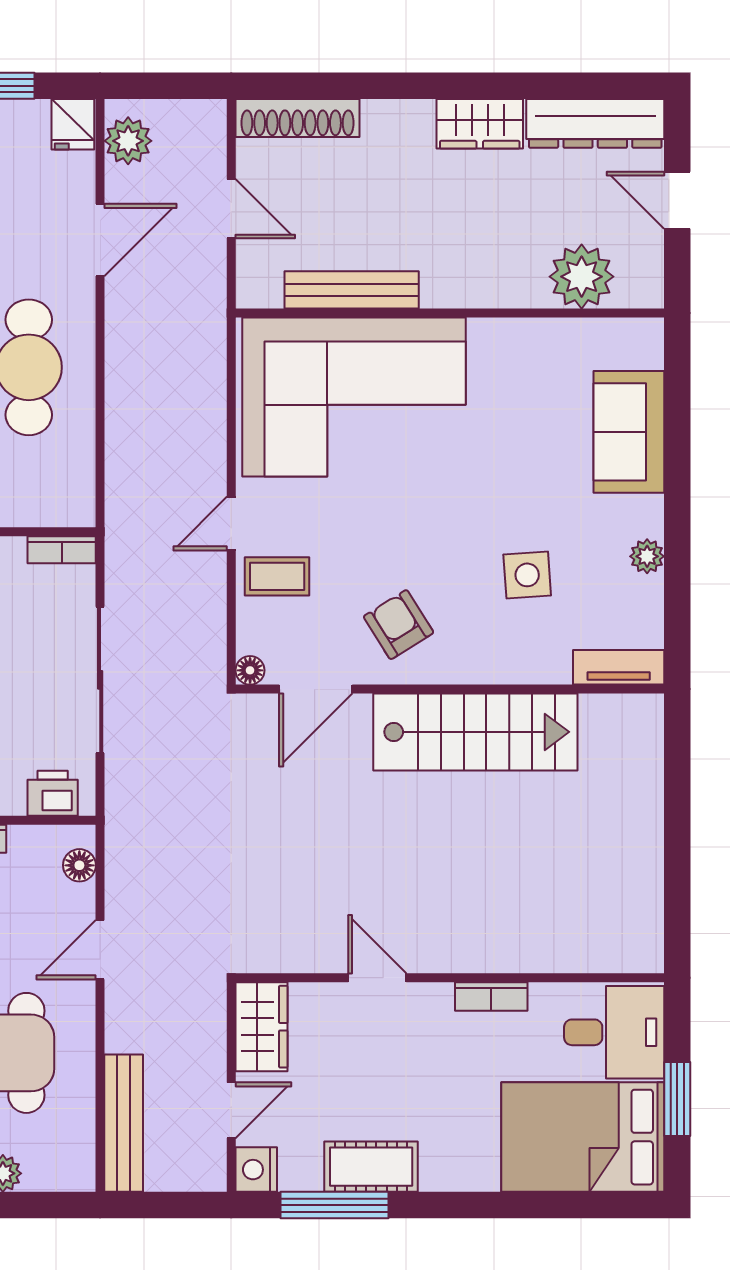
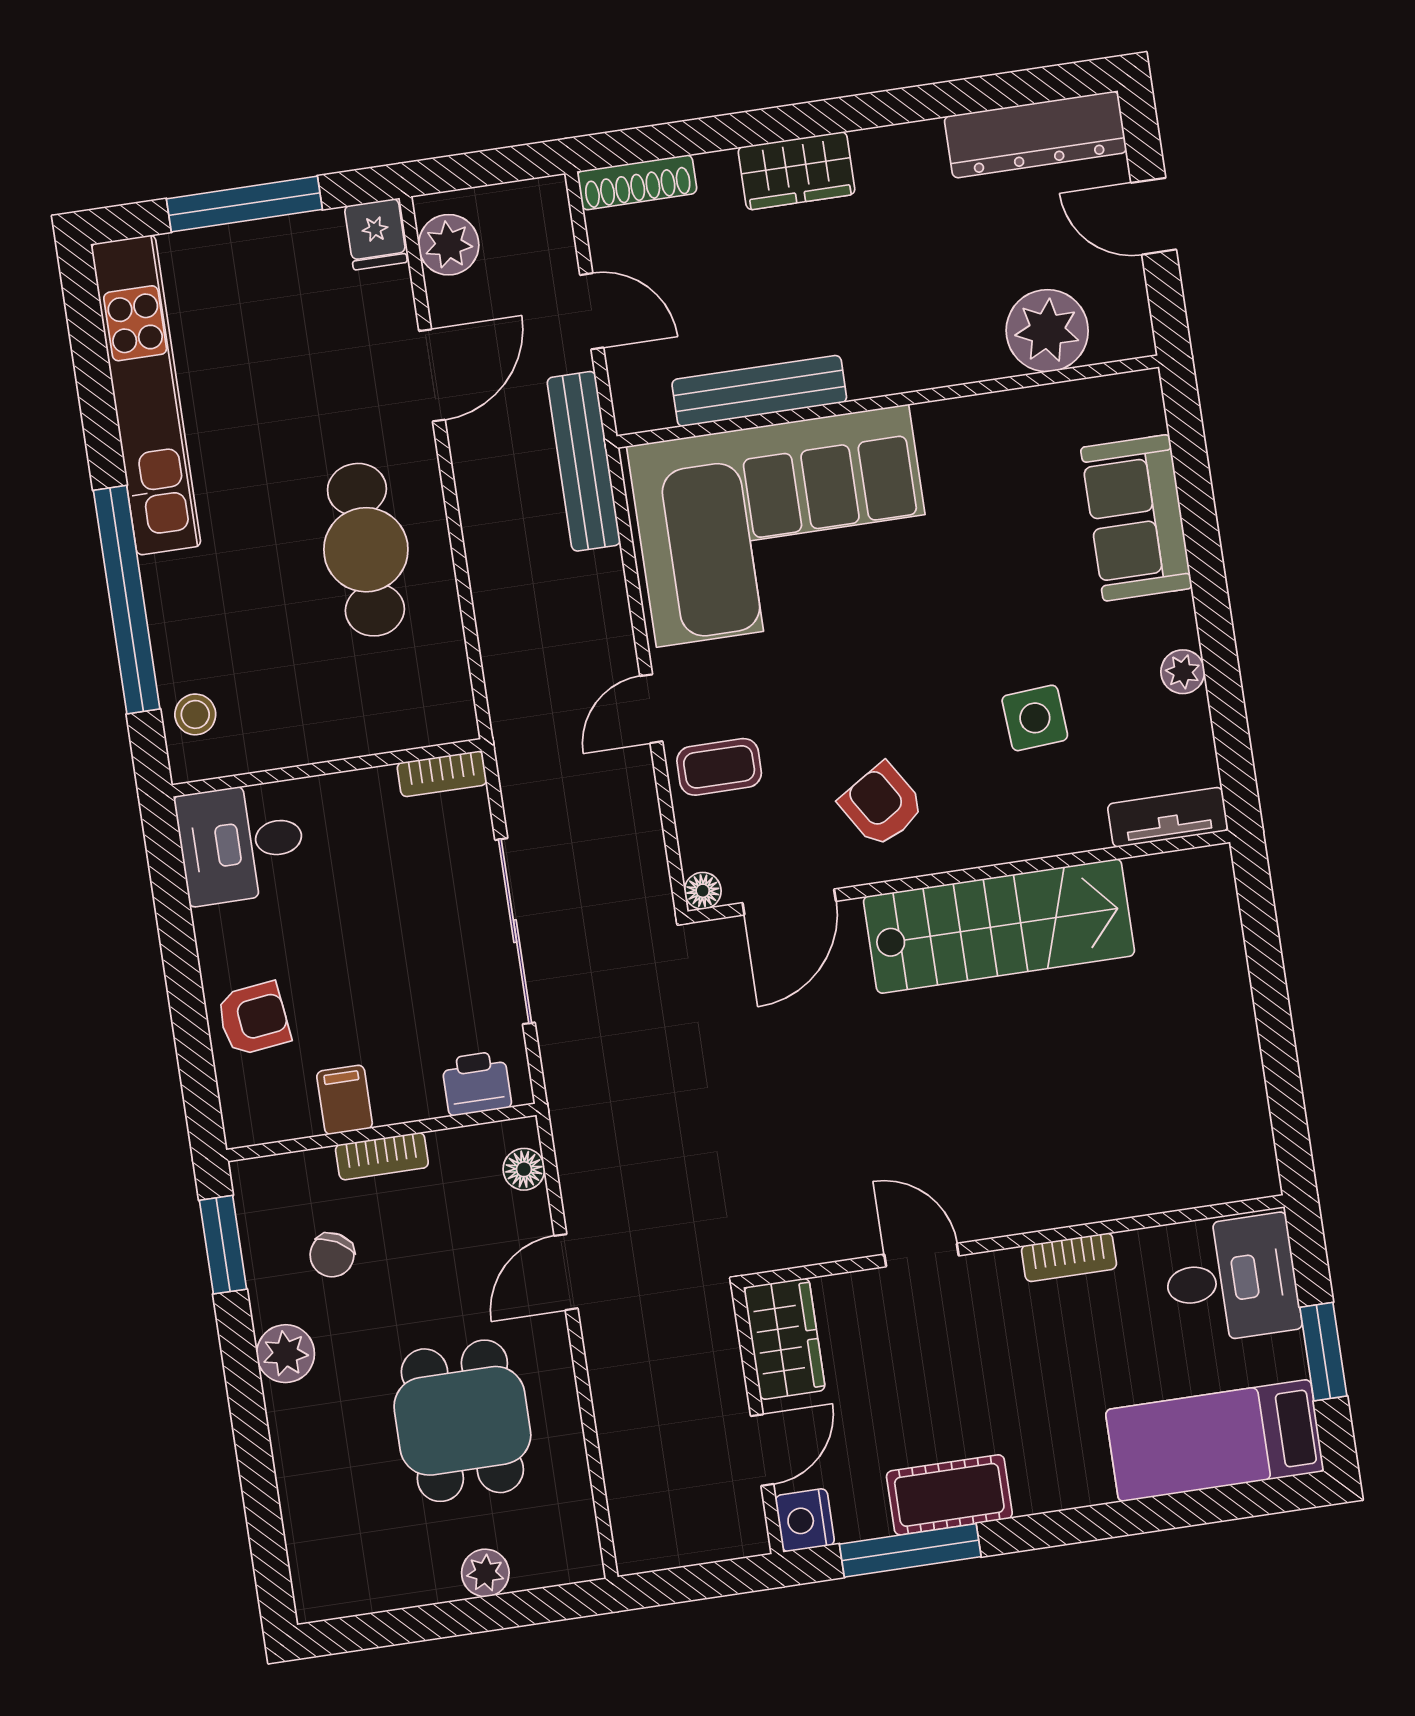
shoe rack: (298, 118) -> (637, 182), width x0.74, depth x0.81
wardrobe: (480, 124) -> (797, 171), moved
bench: (124, 1123) -> (584, 461), moved
bed: (583, 1137) -> (1215, 1441), width x0.67

